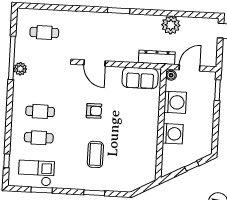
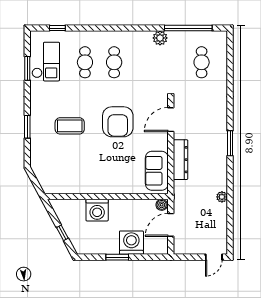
plant: (171, 25) -> (222, 197), width x0.53, depth x0.53
dresser: (157, 57) -> (181, 160), moved
window: (12, 58) -> (188, 28), moved
door: (190, 68) -> (171, 225), swing flipped
window: (218, 90) -> (117, 257), moved
washing machine: (175, 102) -> (131, 243), moved, turned 180
armchair: (94, 111) -> (118, 122), width x1.88, depth x1.88

